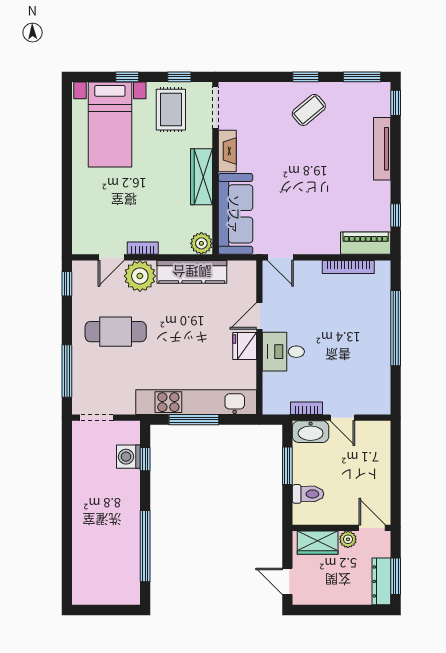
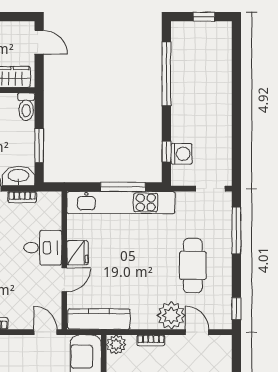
bookcase: (143, 248) -> (151, 340), moved
door: (111, 257) -> (197, 332), hinge flipped
kitchen counter: (192, 272) -> (99, 319), moved
cafe table: (116, 332) -> (193, 266), turned 90
toilet: (308, 494) -> (26, 107), moved, turned -90
window: (103, 610) -> (204, 17), added

